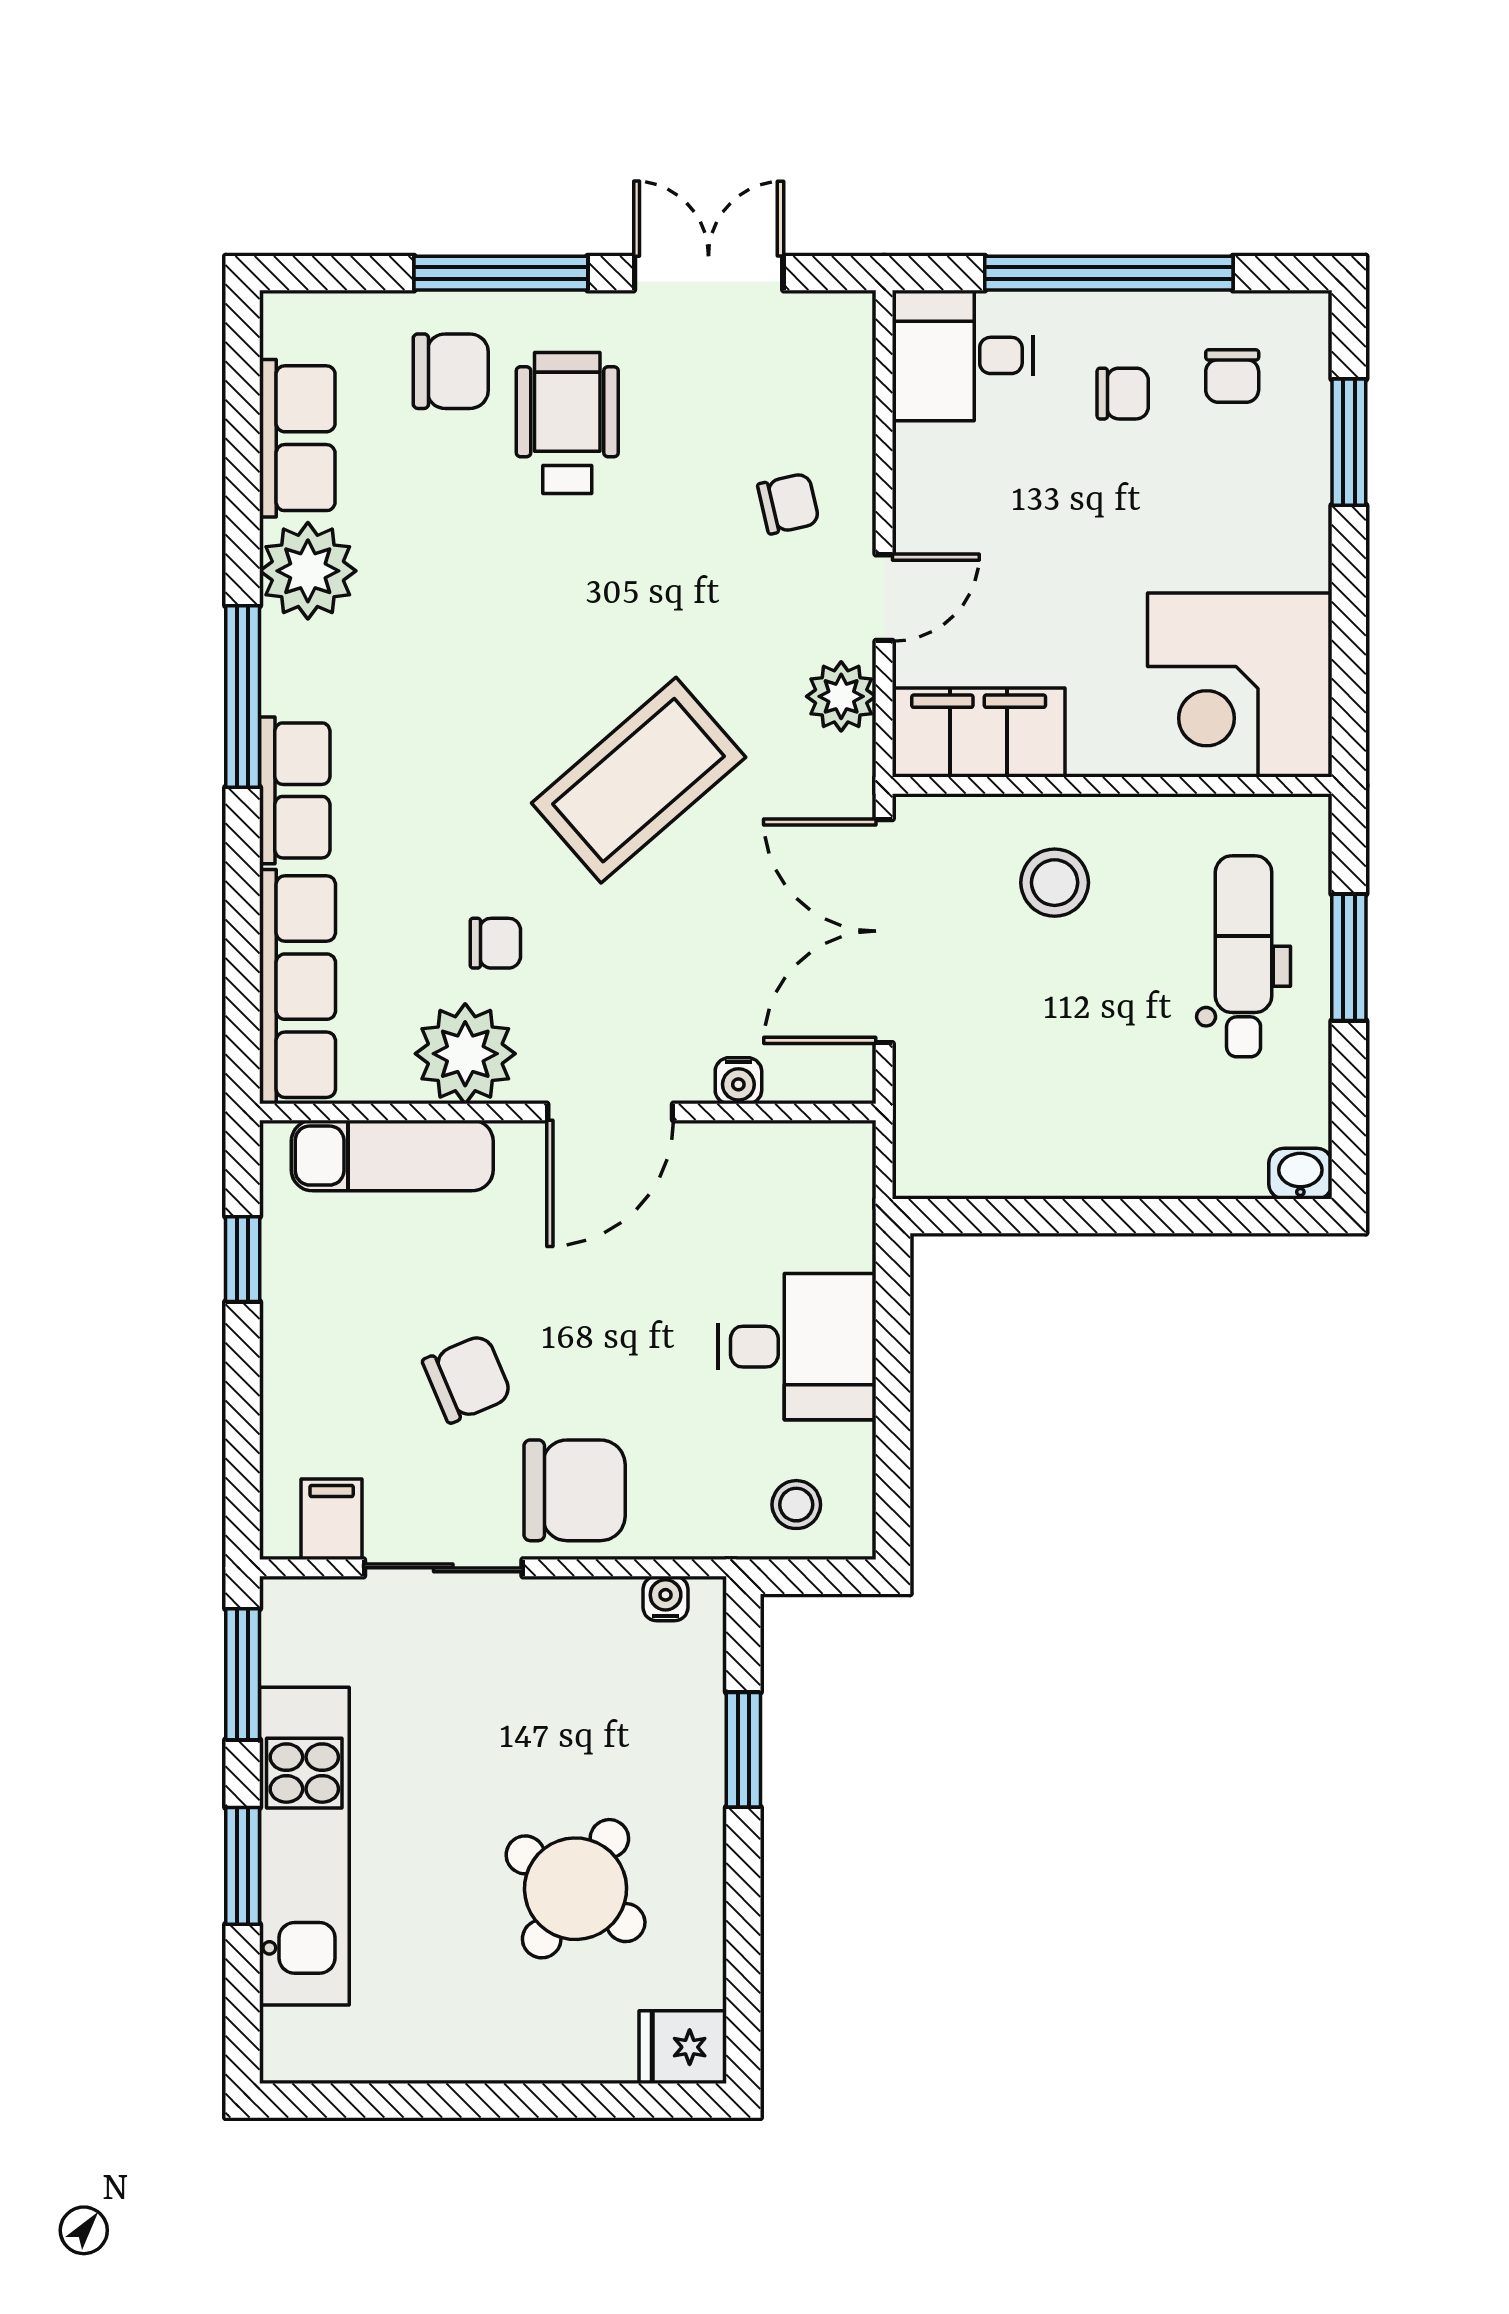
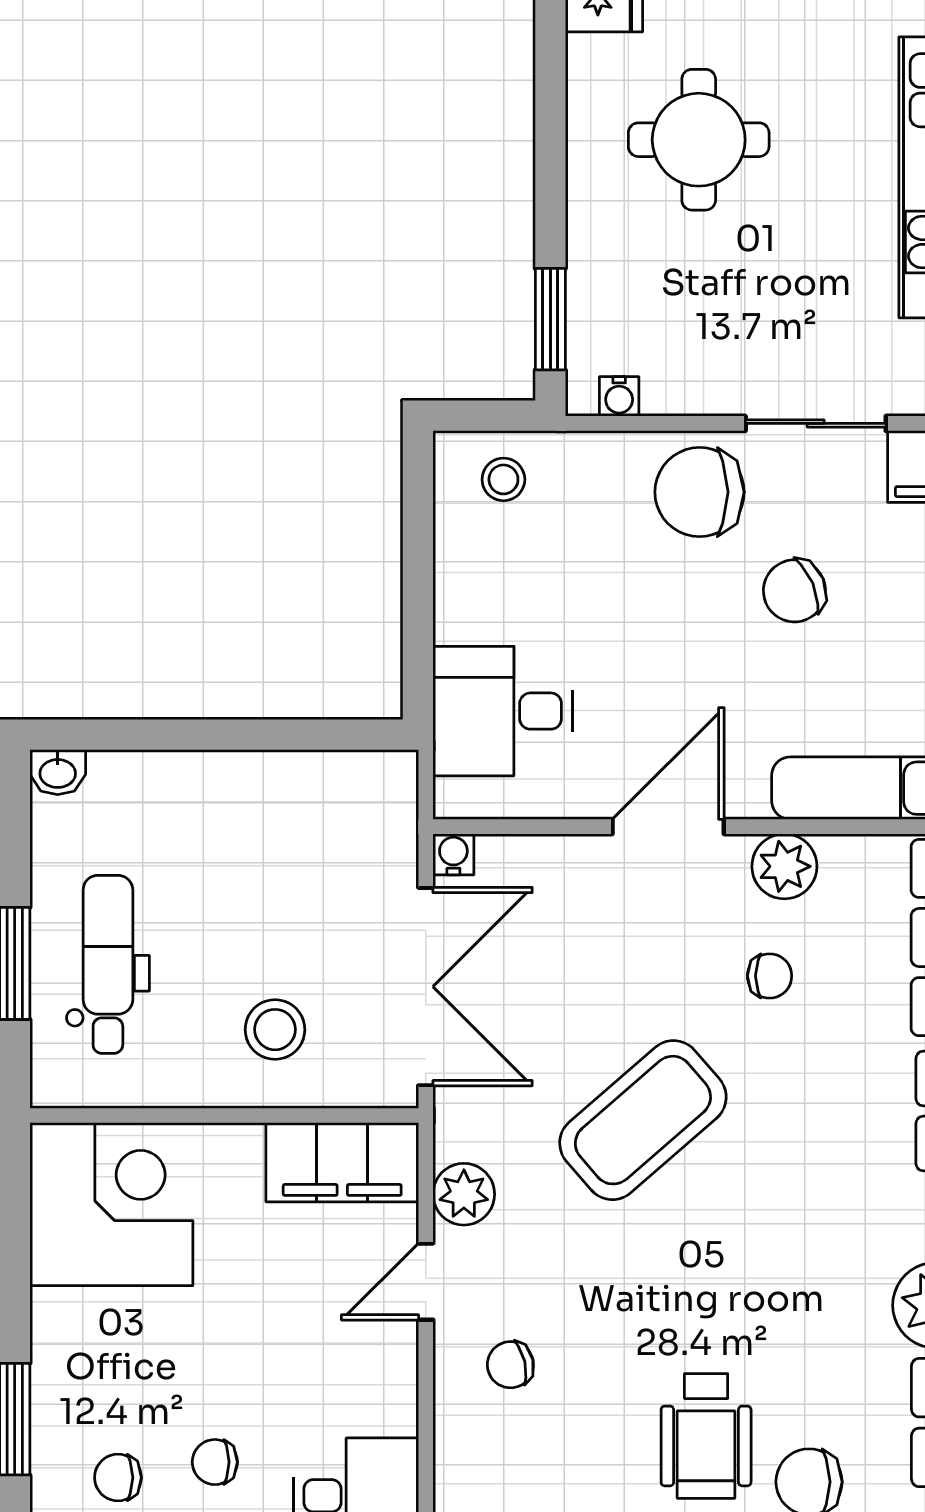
chair: (1232, 376) -> (118, 1478), turned -90
chair: (495, 943) -> (770, 976), turned 180
dental chair: (1244, 956) -> (108, 964), turned 180
plant: (465, 1054) -> (784, 866), width x0.73, depth x0.73
water cooler: (738, 1081) -> (453, 854), moved
desk: (797, 1347) -> (503, 711), moved
window: (743, 1750) -> (550, 319), moved
round table: (576, 1889) -> (699, 140), turned -34

